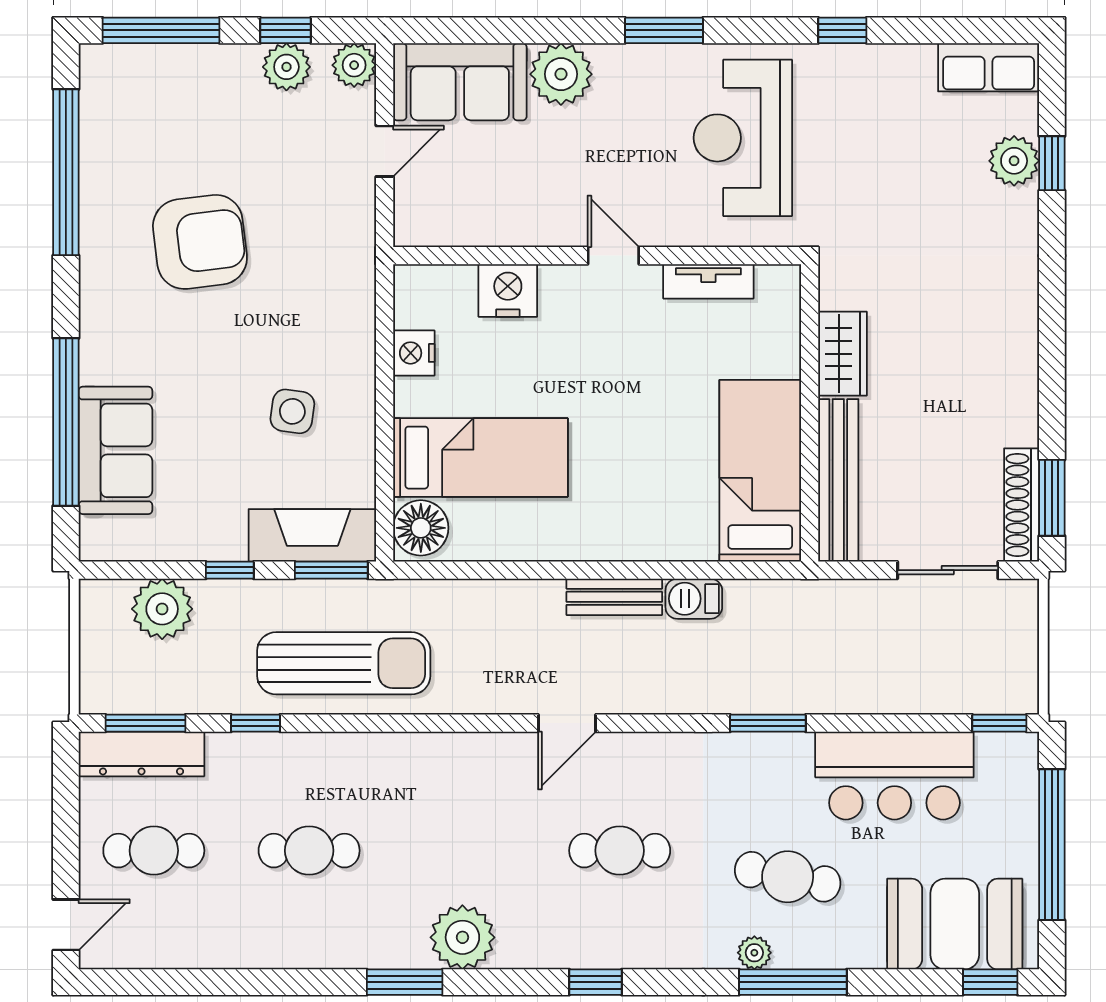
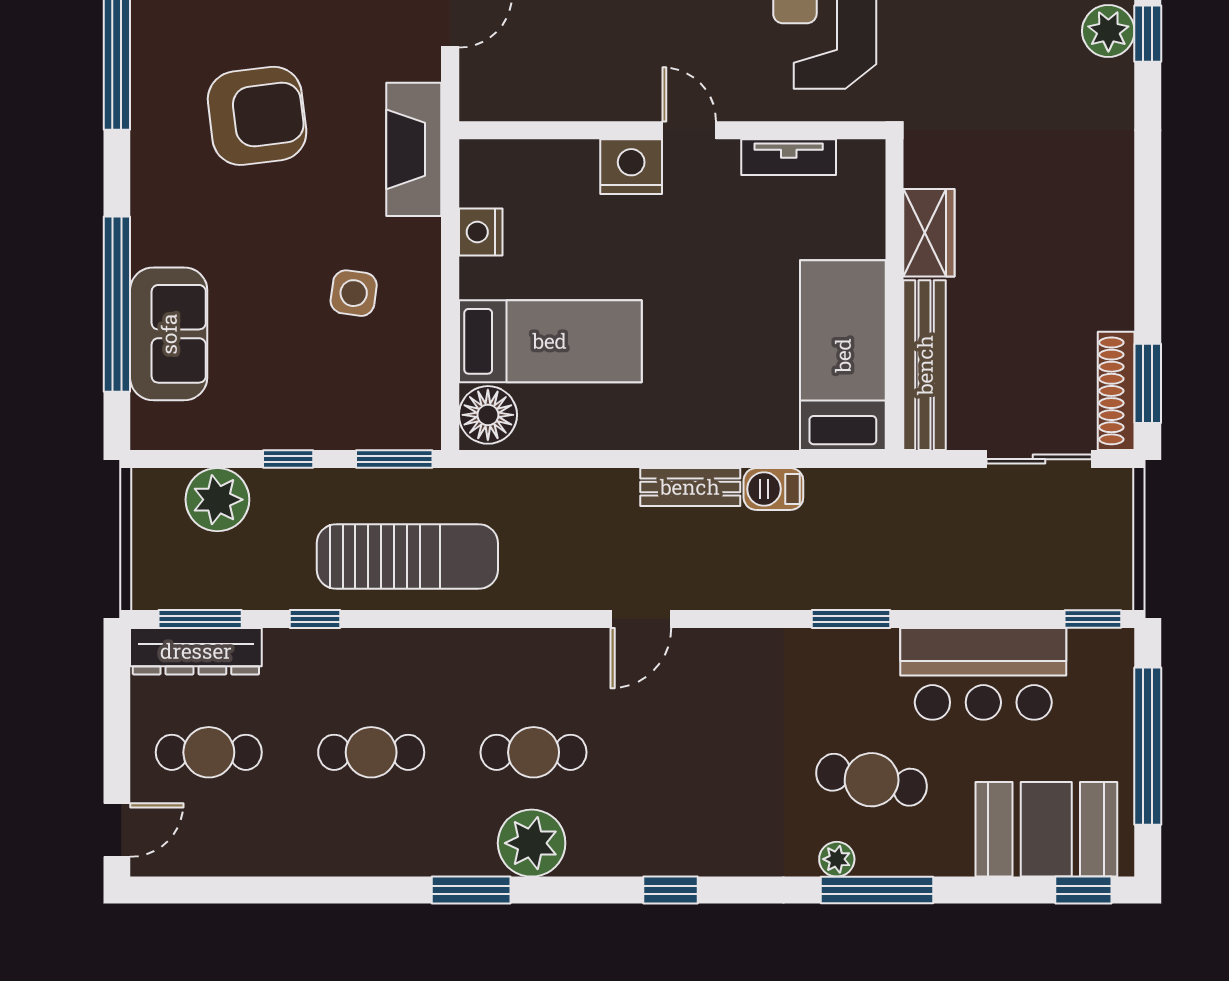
nightstand: (508, 290) -> (631, 167), moved
fireplace: (312, 535) -> (414, 149), moved, turned -90
cafe table: (620, 851) -> (534, 752), moved

